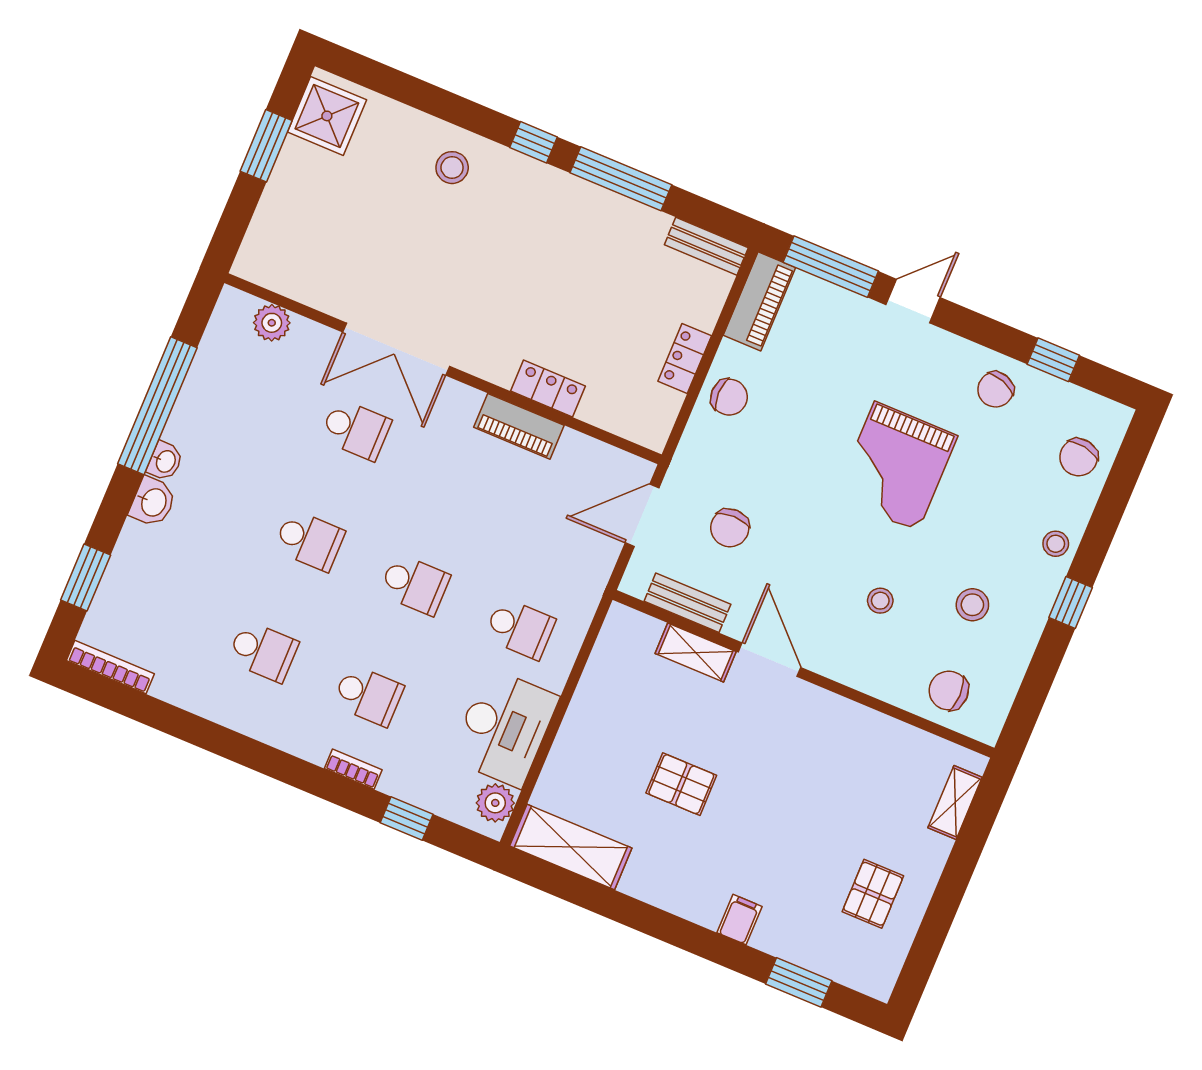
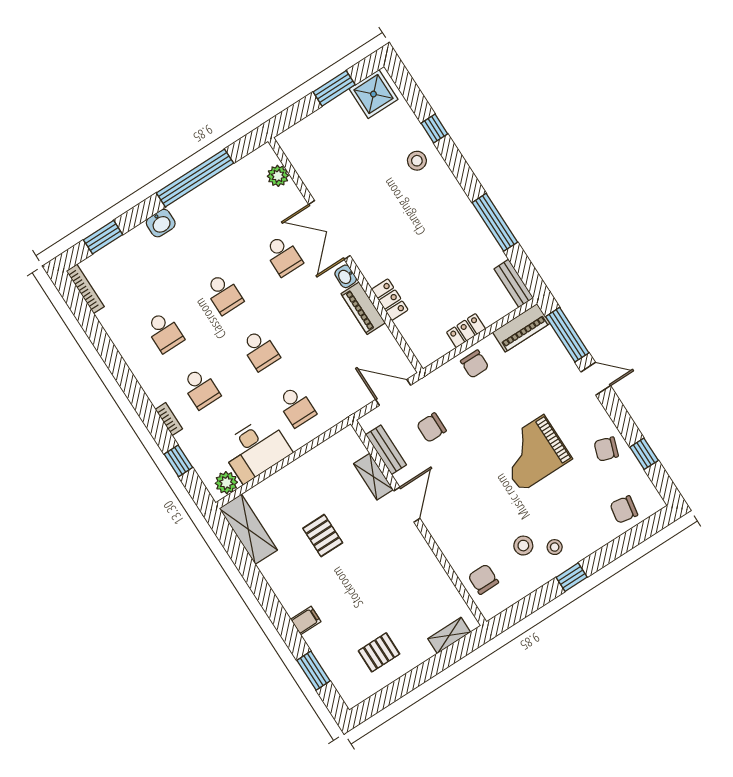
window: (533, 142) -> (434, 128), moved
washbasin: (165, 461) -> (346, 276), moved, turned 90
stool: (1056, 544) -> (555, 547), moved
stool: (880, 601) -> (480, 513), removed

